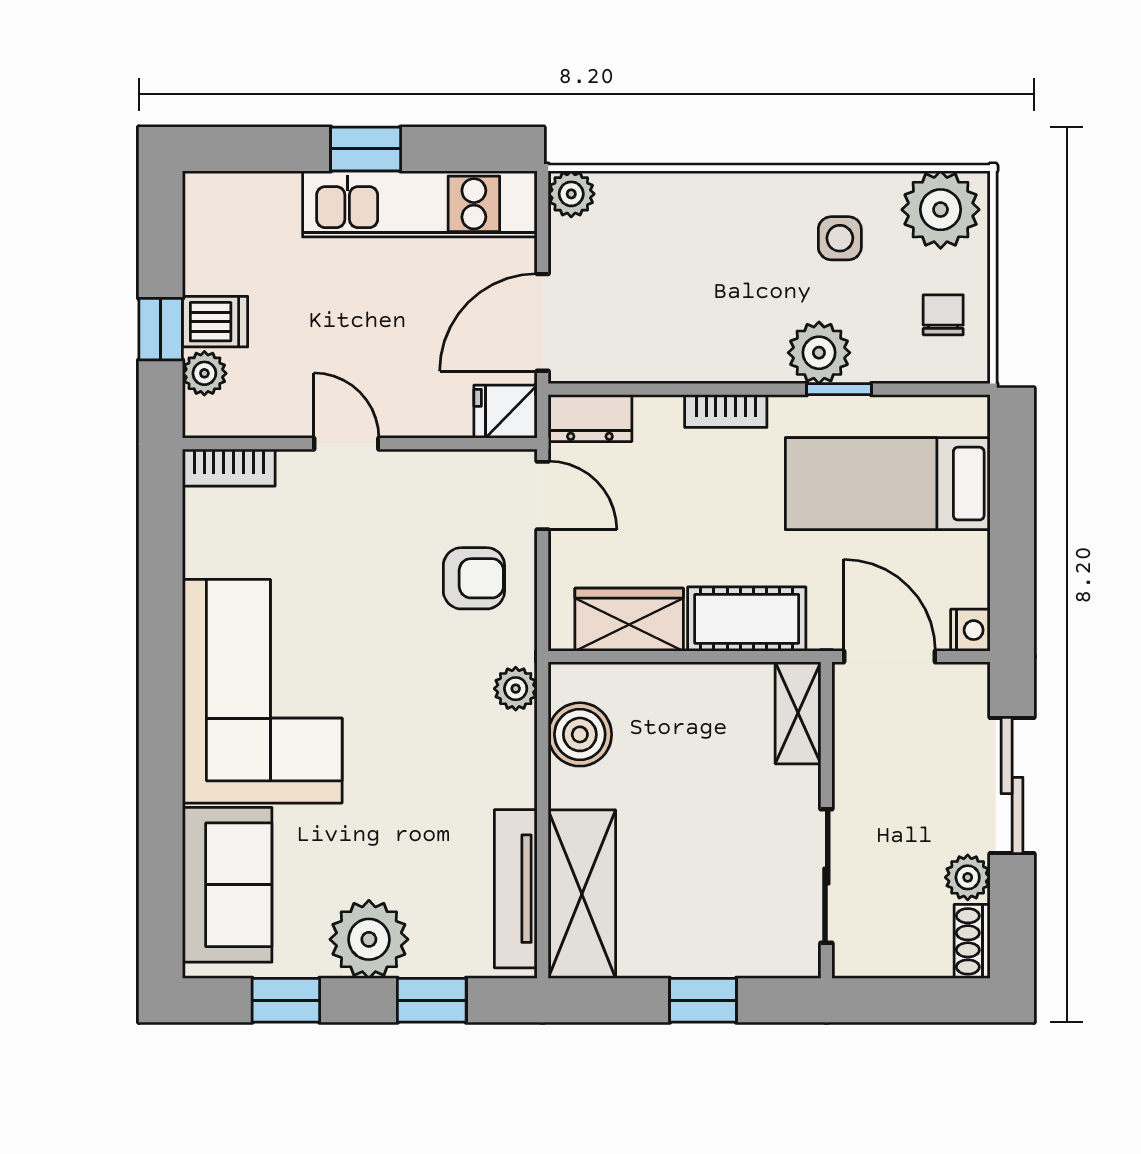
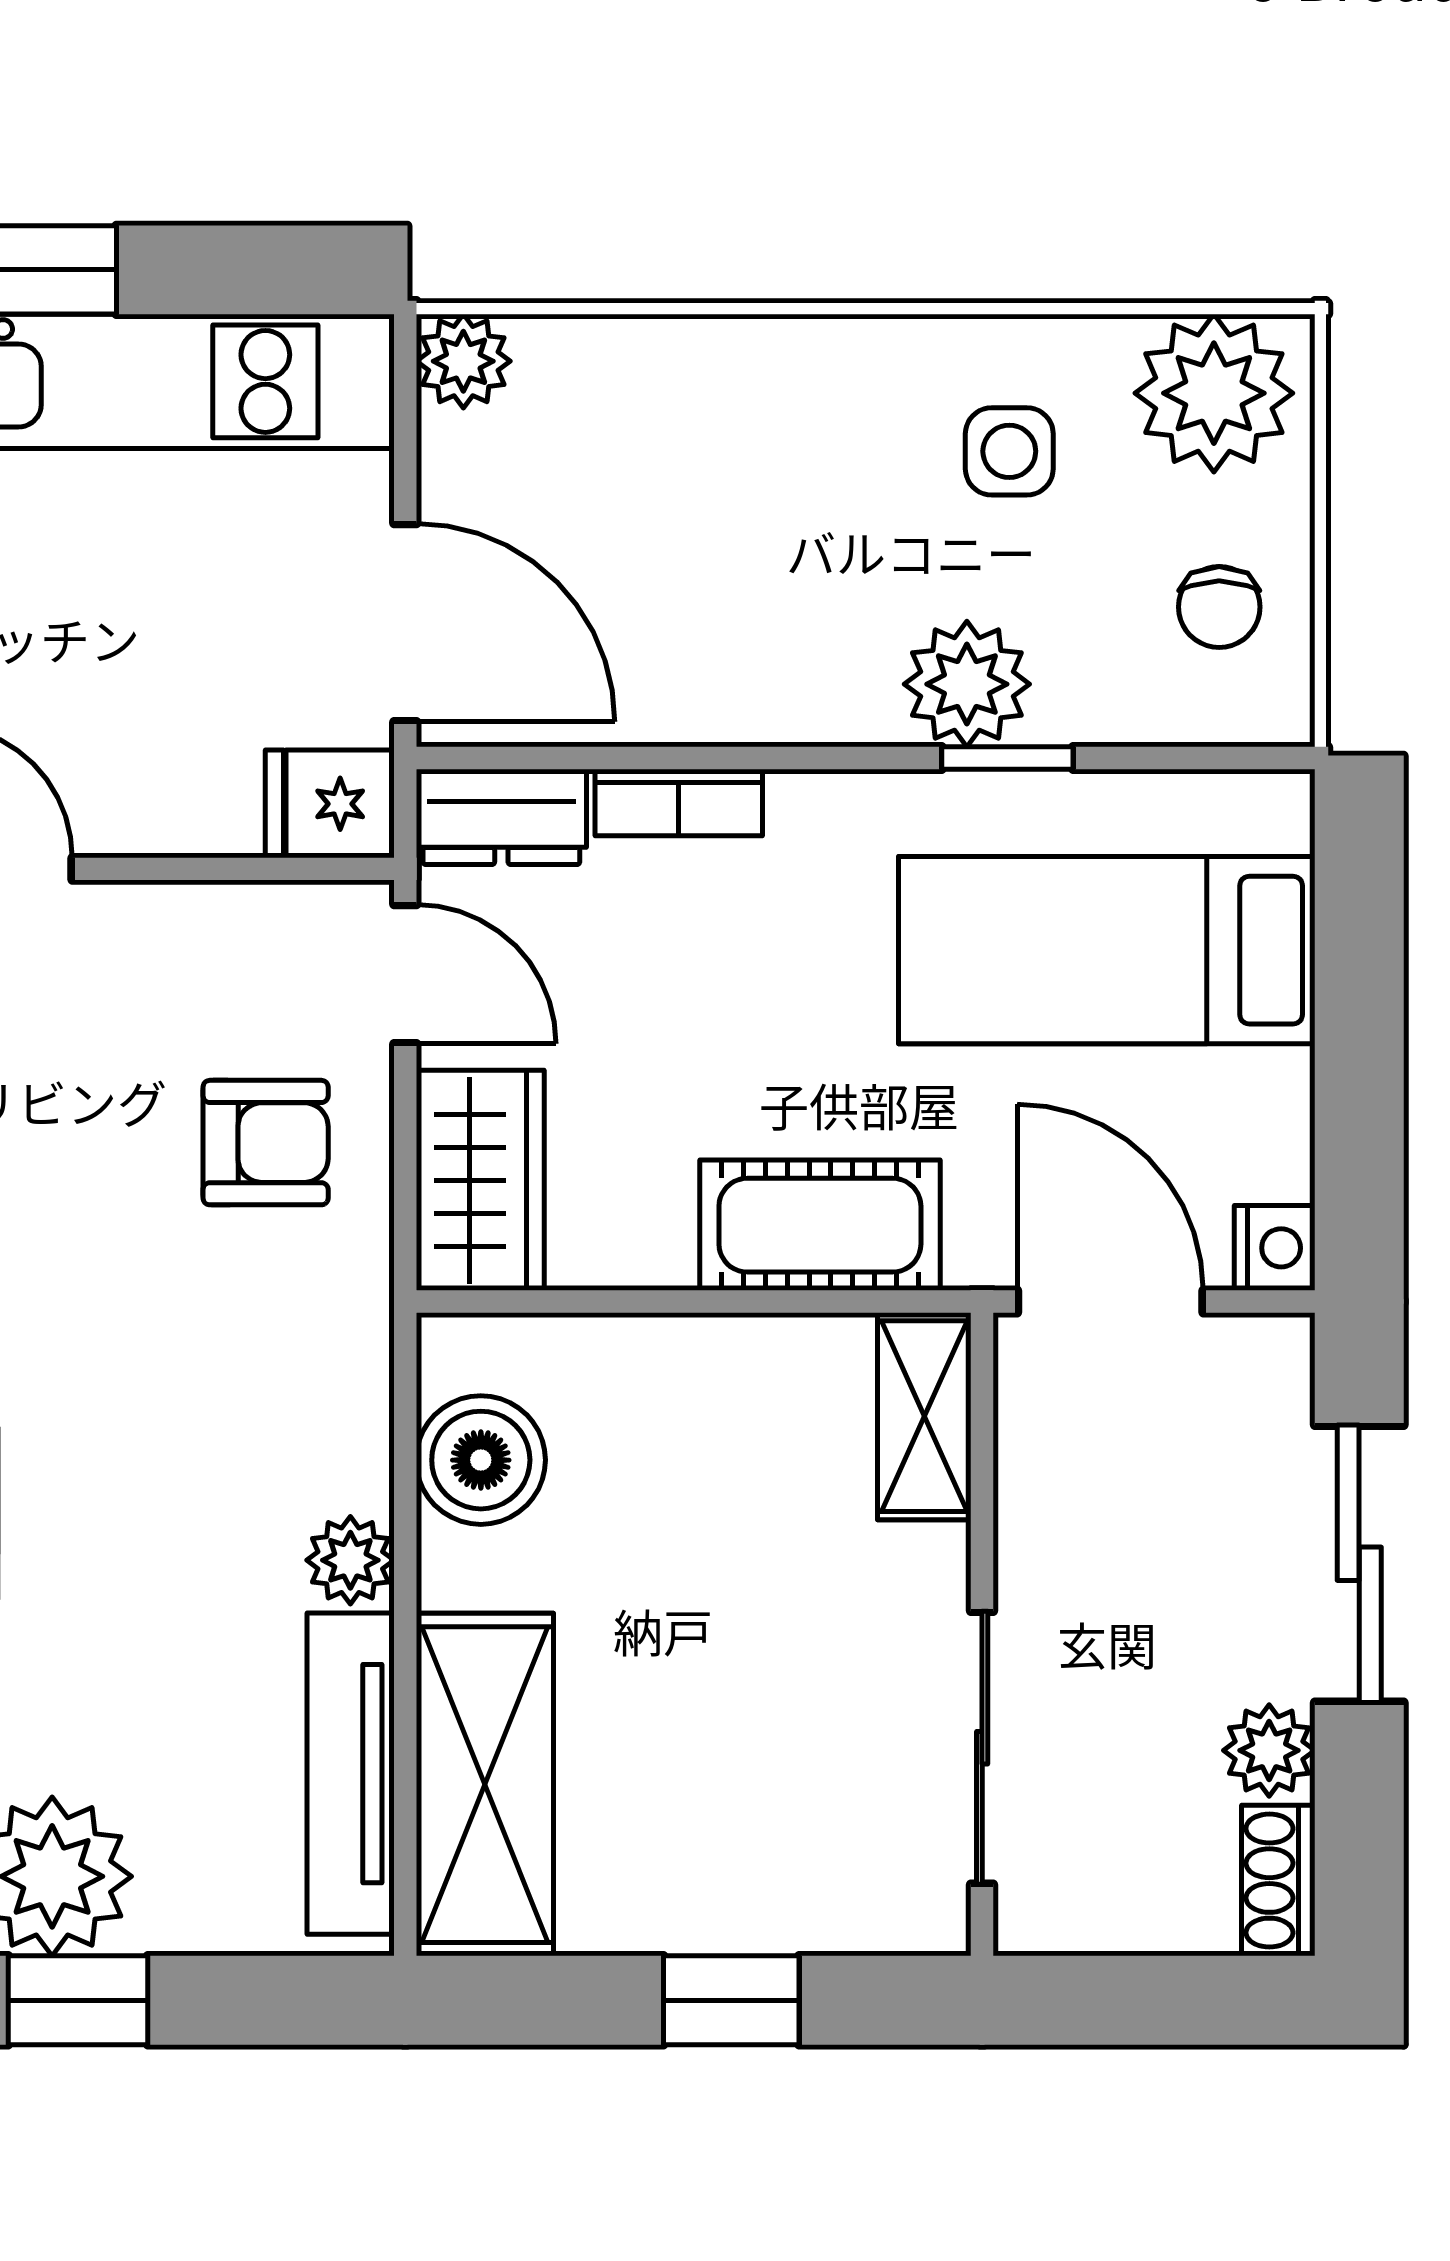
chair: (943, 315) -> (1219, 607), turned 180
door: (543, 322) -> (405, 623), swing flipped
bookcase: (726, 411) -> (679, 802), moved
wardrobe: (629, 620) -> (480, 1180), moved, turned 90
plant: (516, 689) -> (350, 1560), moved
window: (432, 1000) -> (78, 2000), moved

